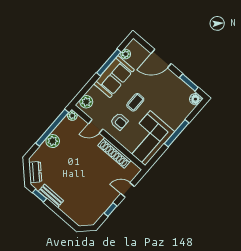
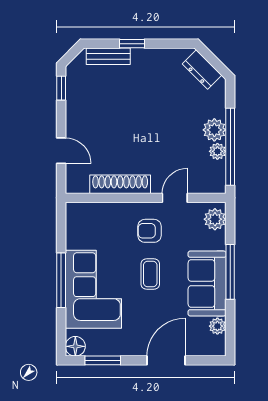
window: (109, 62) -> (230, 272), moved
plant: (72, 116) -> (217, 151), moved
corner sofa: (148, 138) -> (93, 289), moved
door: (127, 190) -> (61, 151), hinge flipped
window: (39, 196) -> (132, 44), moved
bench: (51, 196) -> (108, 56), moved
window: (111, 210) -> (61, 88), moved

